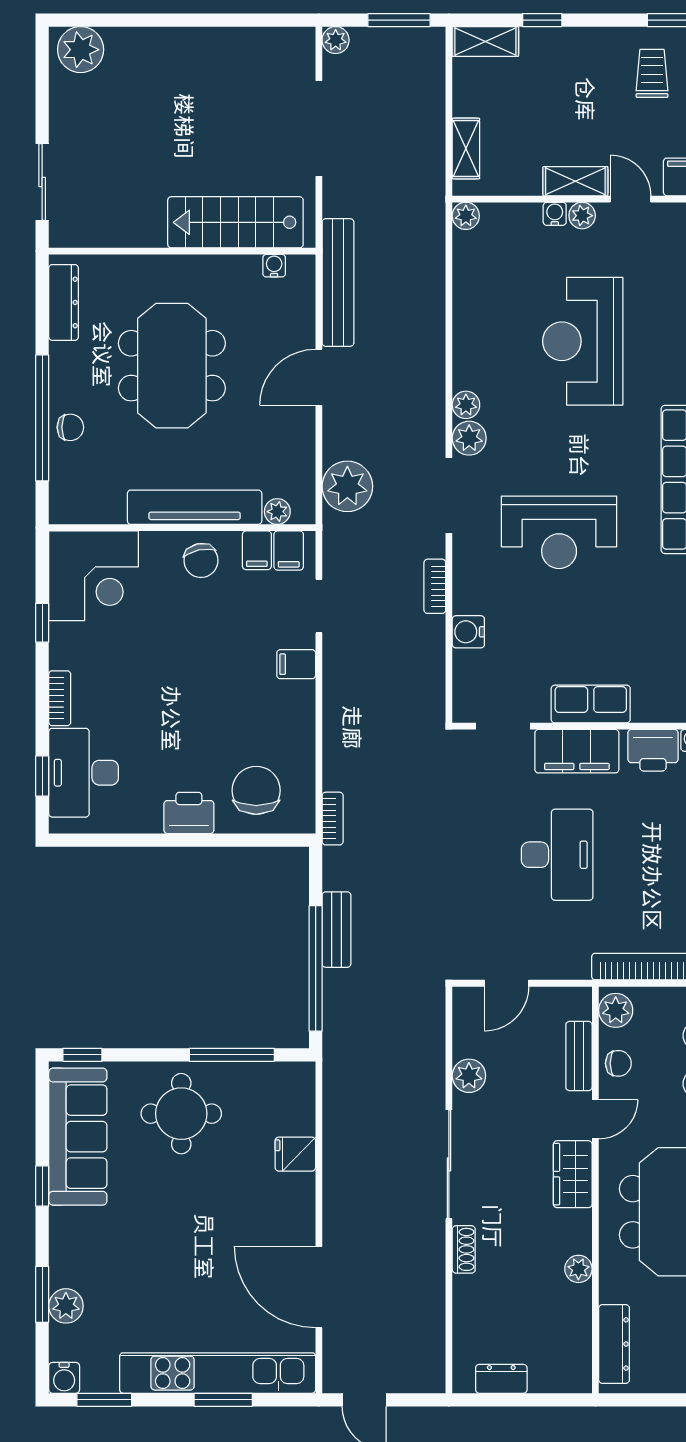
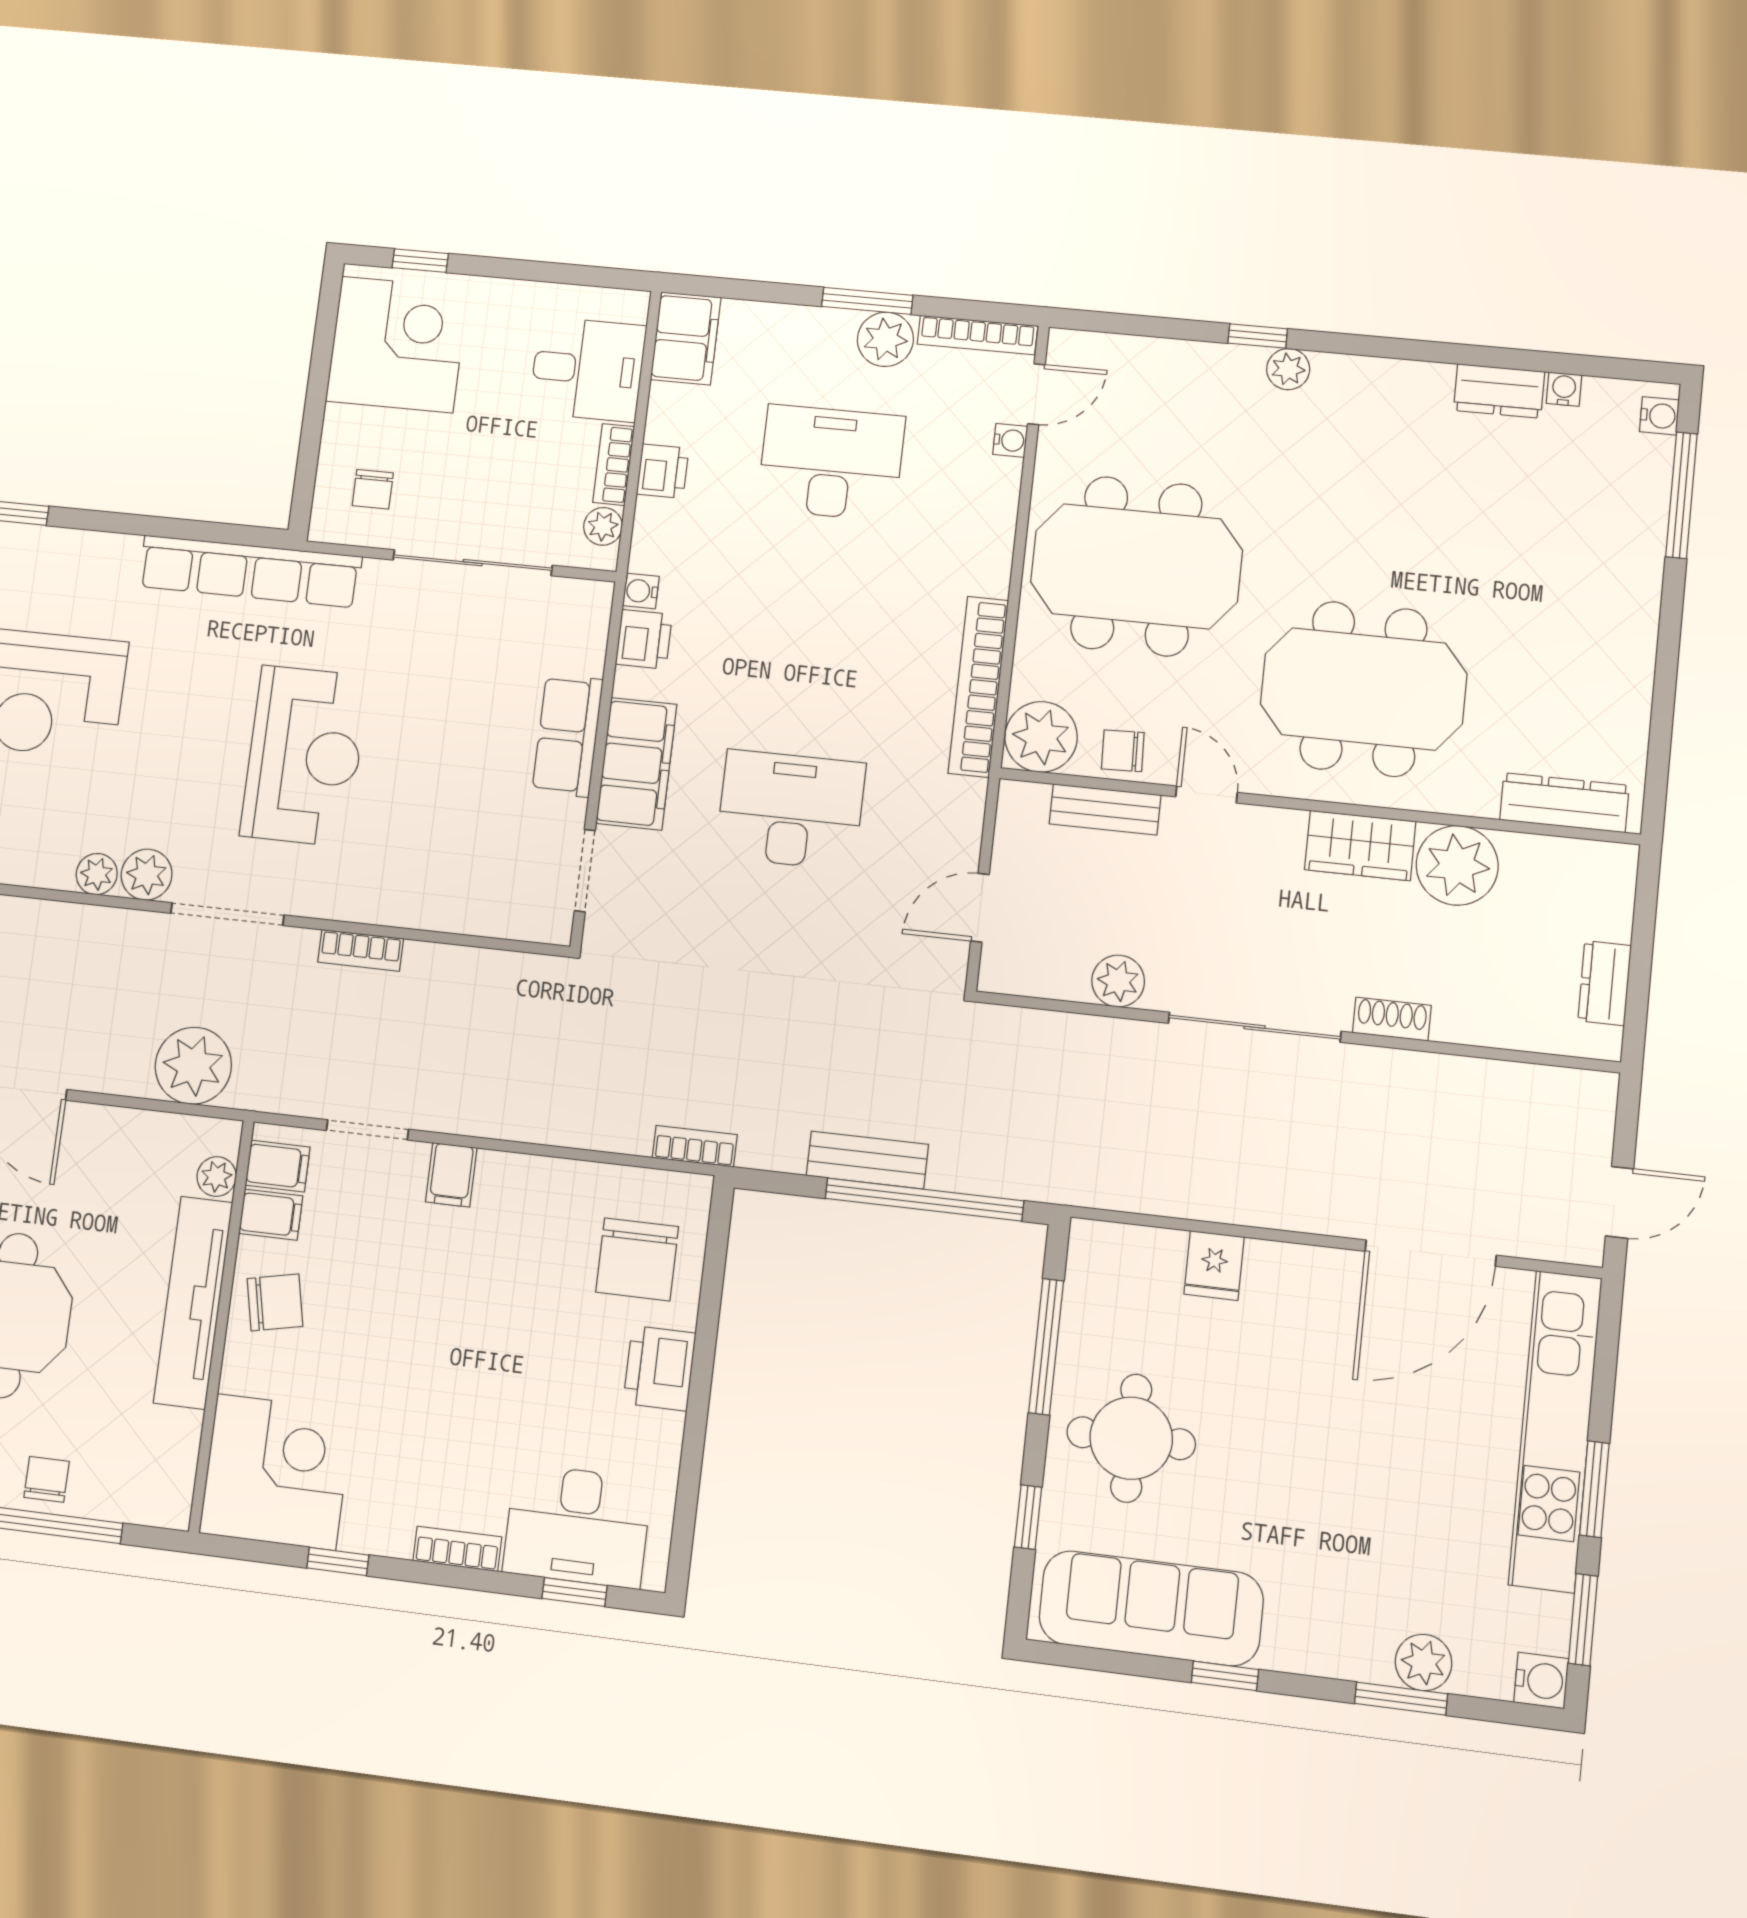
water cooler: (468, 632) -> (436, 907), removed
printer: (653, 750) -> (644, 639), width x0.73, depth x0.81
chair: (256, 790) -> (637, 1259), turned -90
door: (507, 983) -> (980, 908), swing flipped
plant: (616, 1010) -> (1041, 737), width x1.36, depth x1.36
window: (82, 1055) -> (1028, 1517), moved
chair: (618, 1063) -> (1123, 751), turned -92
wardrobe: (573, 1174) -> (1360, 846), moved
plant: (578, 1269) -> (1457, 865), width x1.88, depth x1.88
window: (223, 1400) -> (1594, 1489), moved

